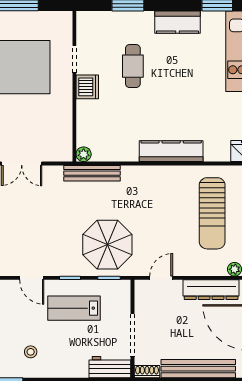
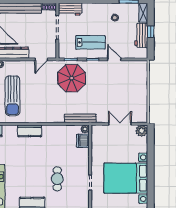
dishwasher: (87, 87) -> (83, 141), moved
kitchen counter: (171, 151) -> (30, 131), width x0.67
sun lounger: (212, 213) -> (13, 96), turned 180

